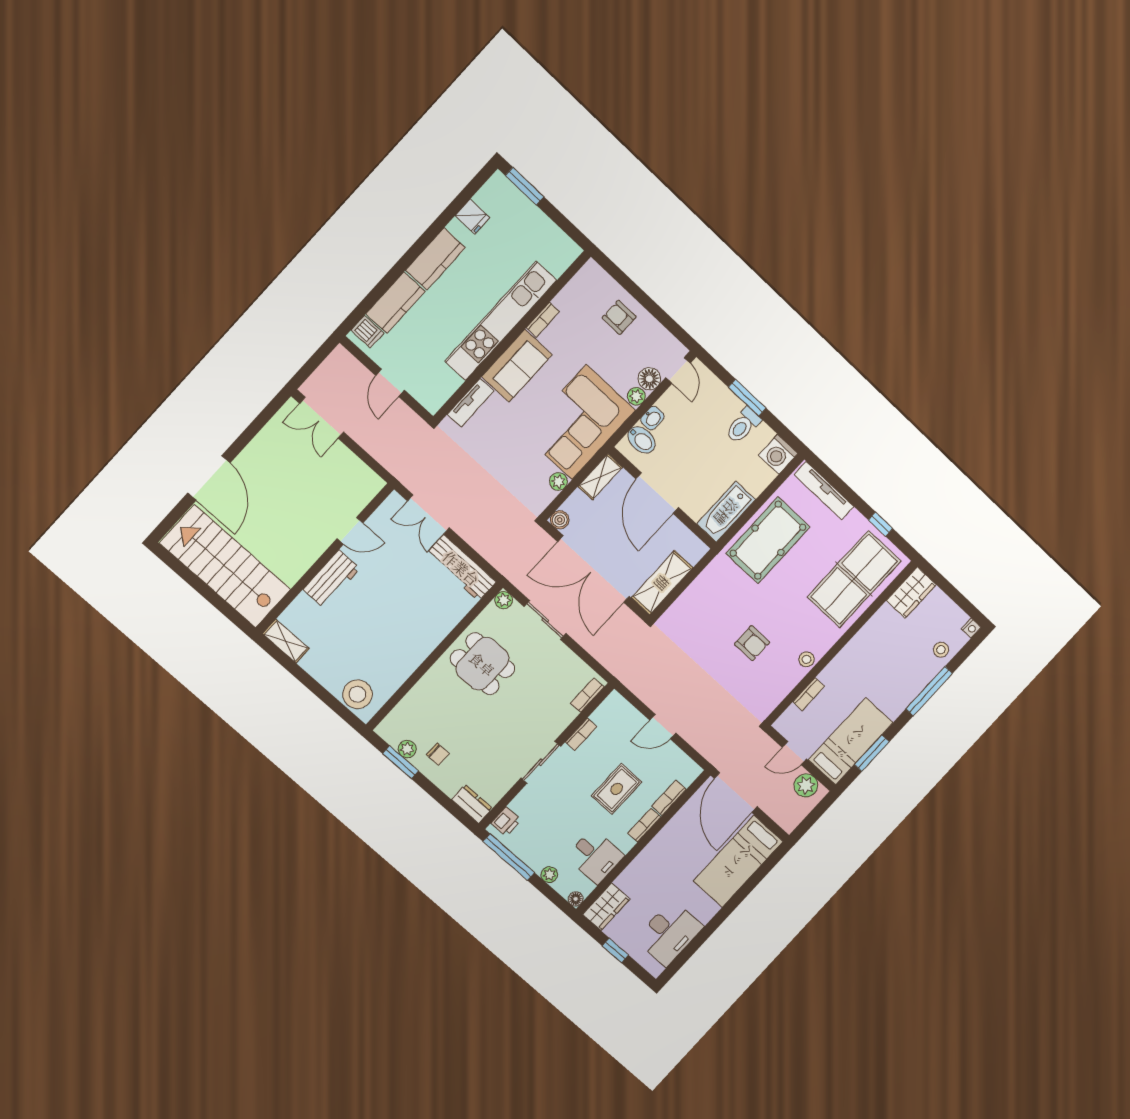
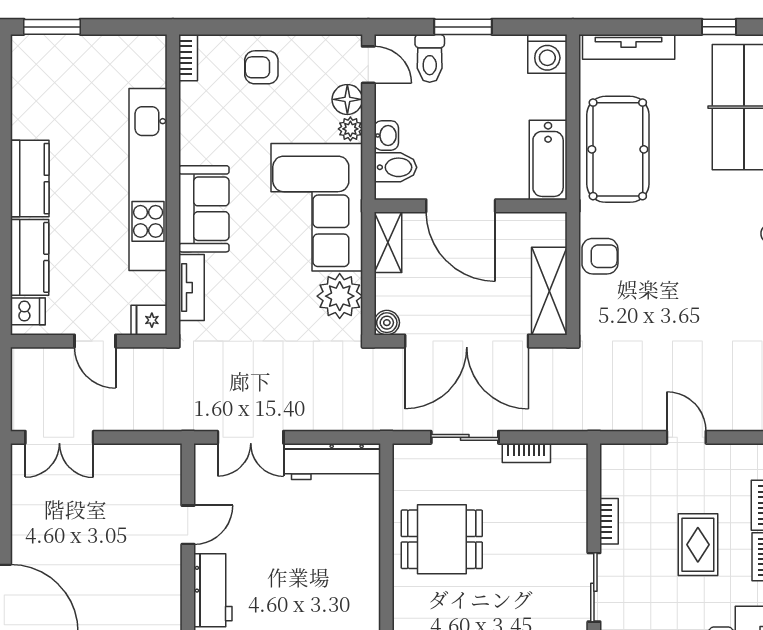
fridge: (472, 217) -> (149, 320), moved, turned 180
bookcase: (543, 320) -> (188, 58), moved
toilet: (743, 425) -> (430, 58), moved
plant: (558, 482) -> (340, 296), width x1.88, depth x1.88
plant: (504, 600) -> (404, 455), removed
armchair: (752, 643) -> (600, 256), moved
bookcase: (587, 695) -> (526, 453), moved, turned -90
door: (663, 727) -> (686, 437), swing flipped

